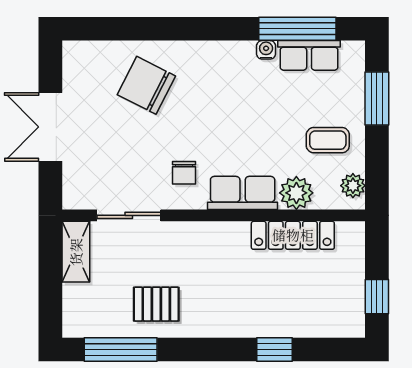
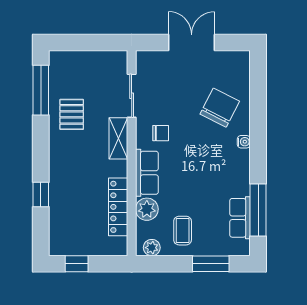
water cooler: (266, 50) -> (244, 142), moved
chair: (184, 173) -> (161, 133), turned 180
shelving: (76, 252) -> (118, 138), moved, turned 90

